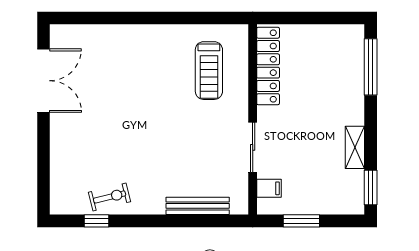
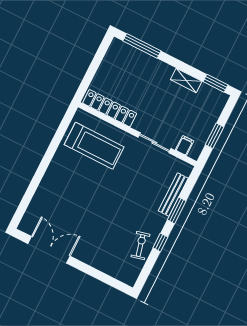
treadmill: (209, 71) -> (94, 146), width x1.37, depth x1.38
window: (97, 221) -> (160, 242), moved
window: (179, 221) -> (177, 210), added

